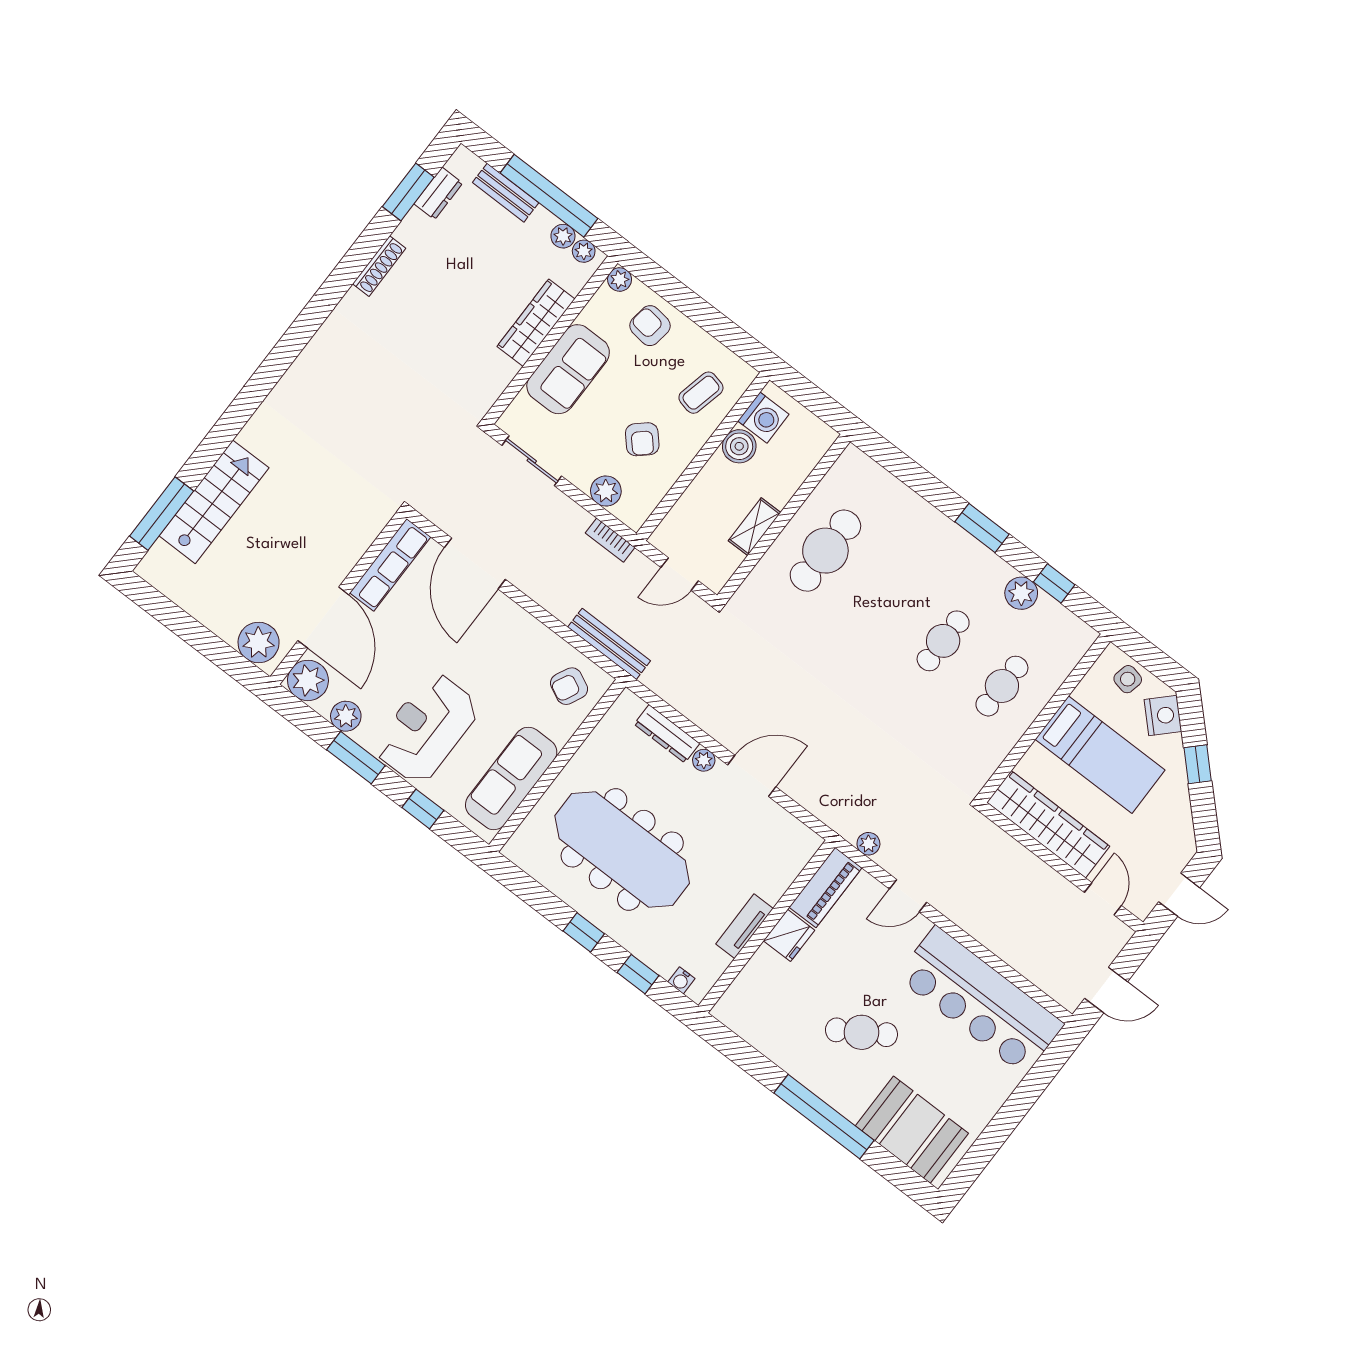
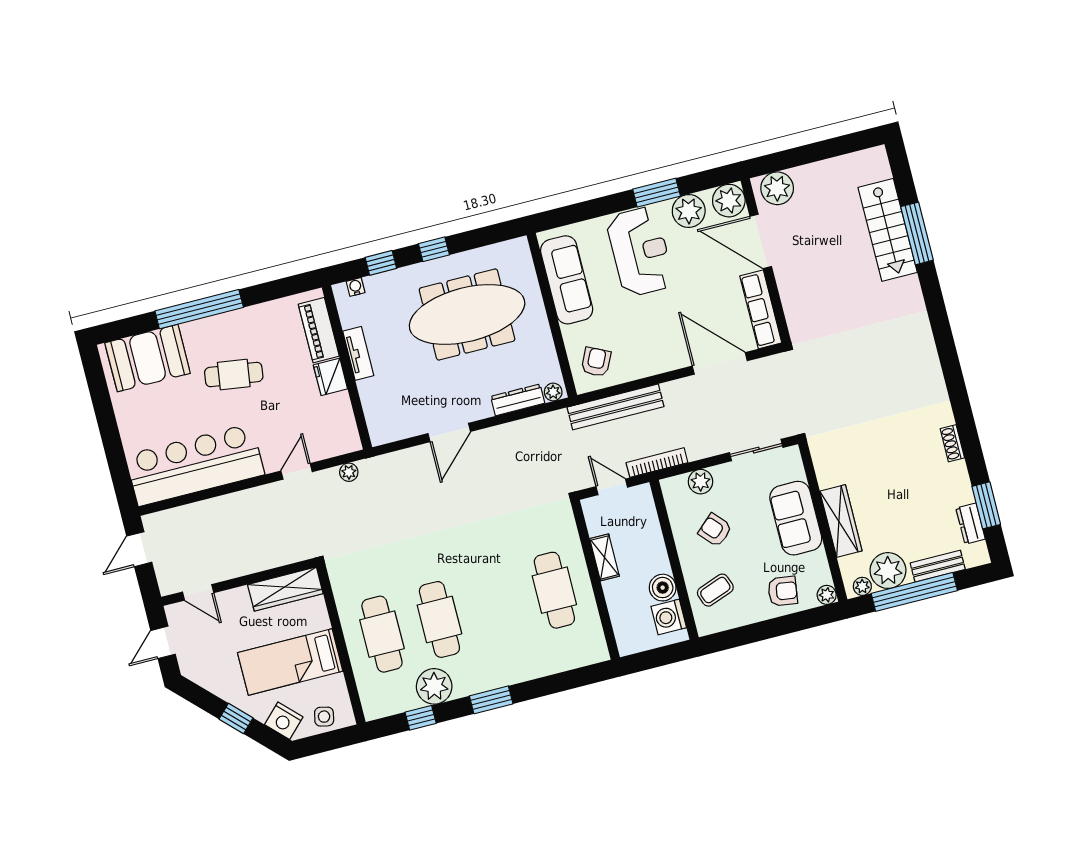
plant: (563, 236) -> (888, 571), width x1.87, depth x1.87
shoe rack: (379, 266) -> (952, 443), width x0.70
coffee table: (701, 393) -> (715, 590), turned 57
window: (162, 514) -> (917, 233), moved
bookcase: (610, 540) -> (657, 463), width x1.56
door: (680, 574) -> (612, 487), hinge flipped
plant: (1021, 593) -> (434, 686), width x1.36, depth x1.36
cafe table: (943, 641) -> (439, 619), width x1.37, depth x1.35
bench: (609, 644) -> (616, 407), width x1.37, depth x1.21
cafe table: (1002, 686) -> (382, 634), width x1.37, depth x1.35
plant: (346, 716) -> (689, 211), width x1.36, depth x1.36
plant: (704, 760) -> (553, 392), moved
window: (423, 809) -> (591, 209), removed
wardrobe: (1048, 824) -> (285, 589), width x0.71, depth x0.85
piano: (825, 888) -> (319, 330), moved
cafe table: (861, 1032) -> (234, 374), turned 40

